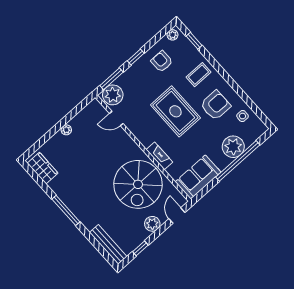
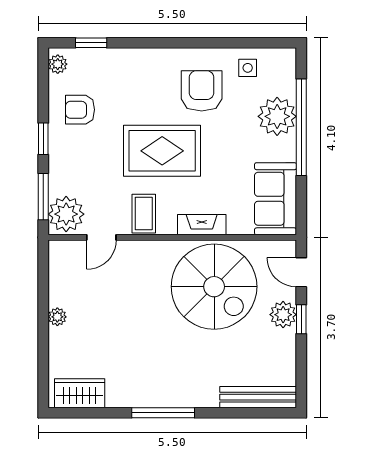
coffee table: (198, 75) -> (144, 214), moved
window: (140, 248) -> (301, 319), moved

